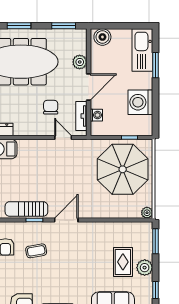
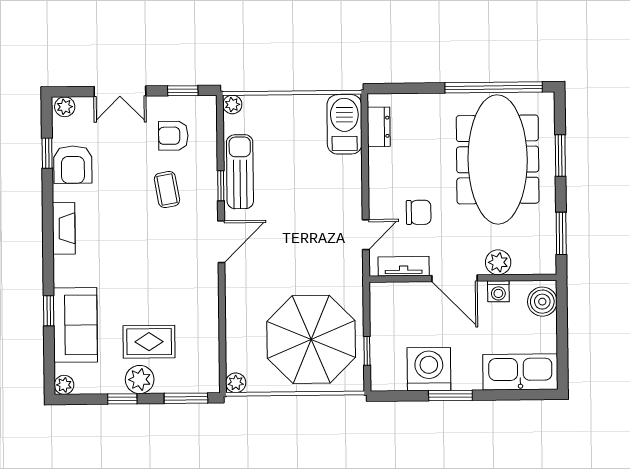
window: (155, 65) -> (450, 395), moved
washing machine: (96, 115) -> (498, 291), moved
door: (66, 220) -> (221, 242), hinge flipped
window: (155, 290) -> (122, 399), moved

